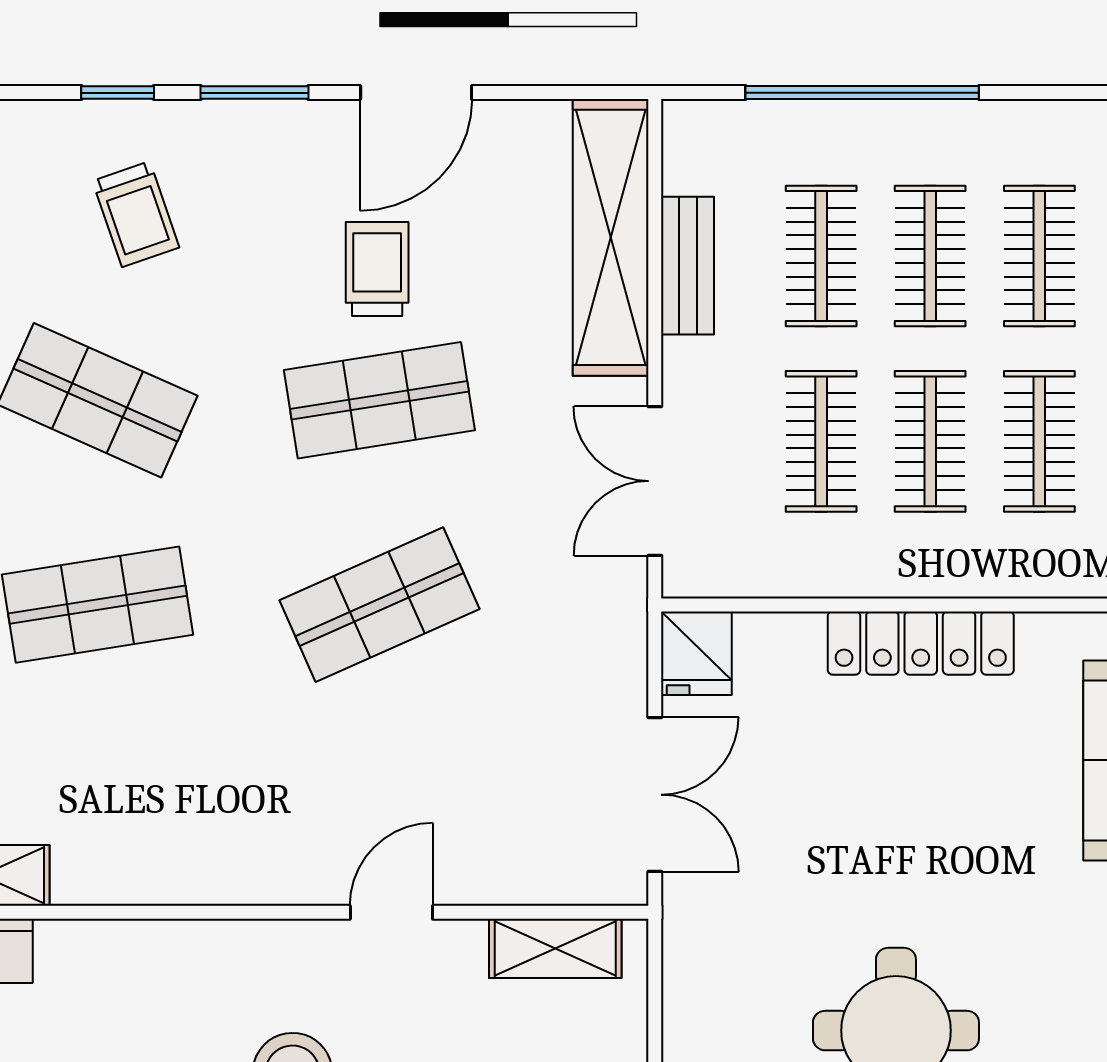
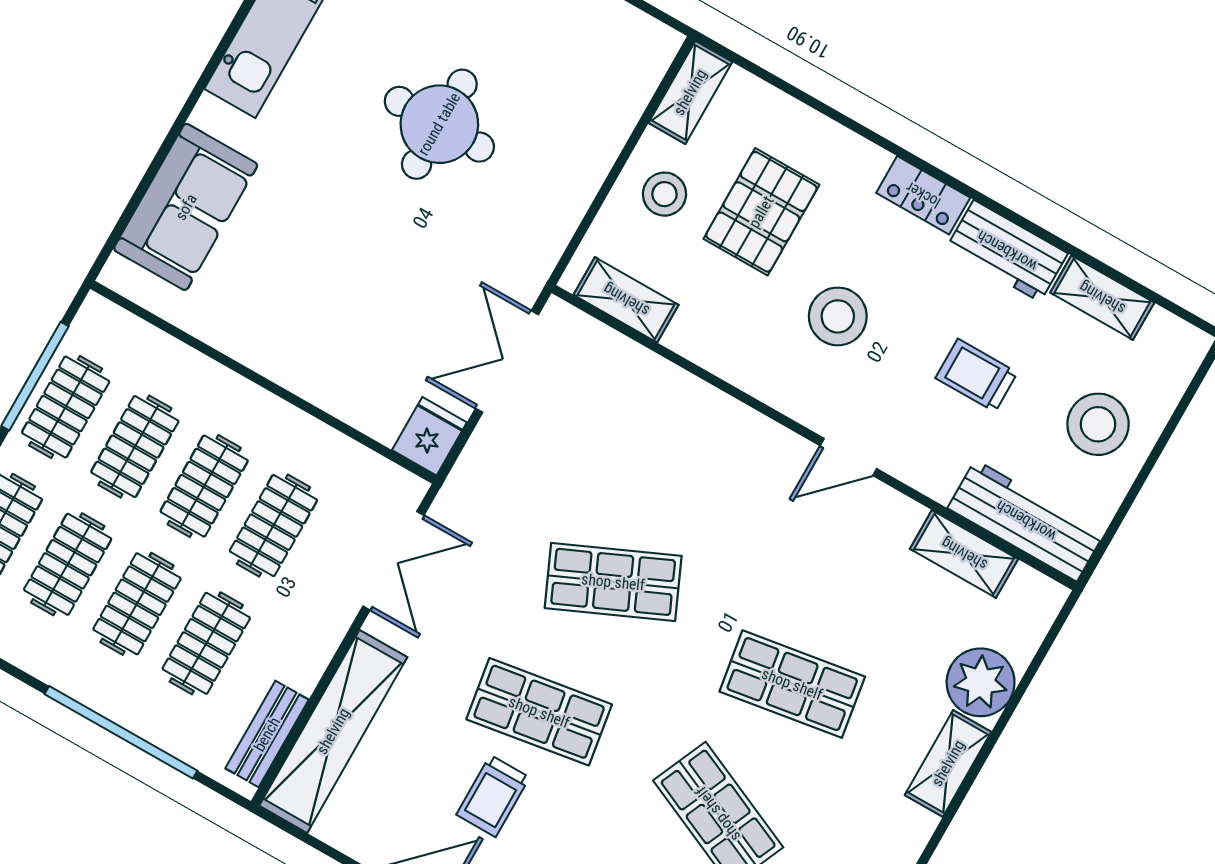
bench: (688, 266) -> (267, 734), moved
locker: (921, 643) -> (283, 361), removed
door: (391, 912) -> (848, 457), moved

